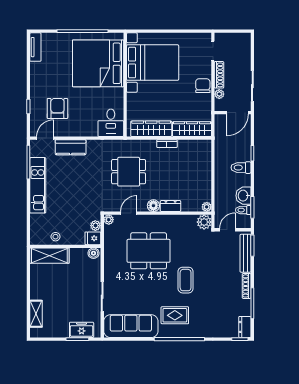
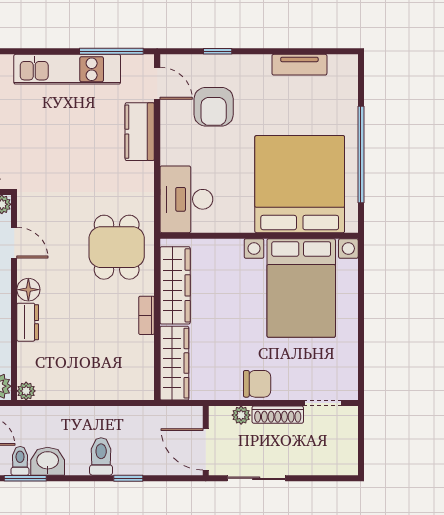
tv unit: (35, 47) -> (299, 65), moved
armchair: (57, 108) -> (214, 107), turned 90
desk: (111, 123) -> (186, 199), width x1.37
dining table: (129, 172) -> (117, 247), moved

